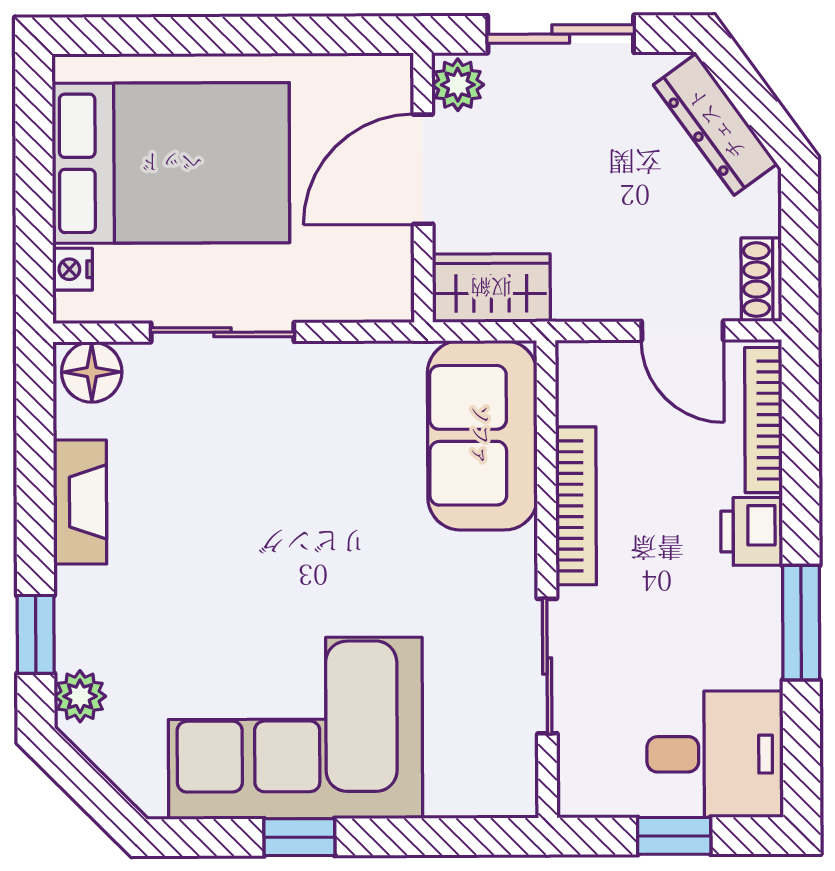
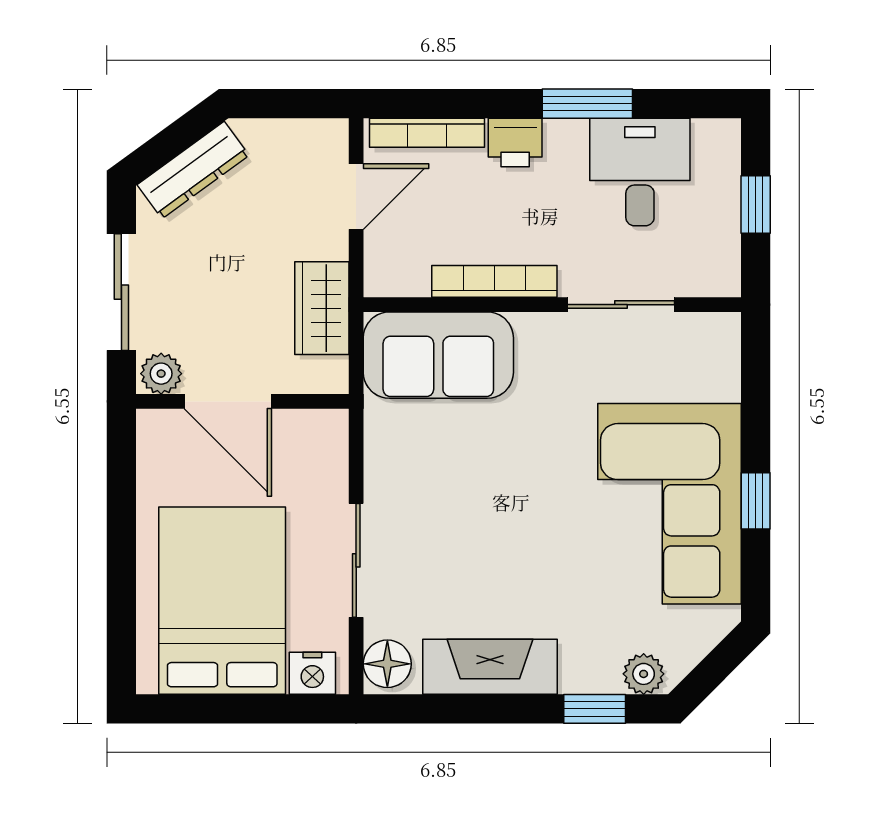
nightstand: (73, 269) -> (312, 673), width x1.39, depth x1.35
shoe rack: (761, 280) -> (316, 134), removed
wardrobe: (491, 288) -> (322, 308), moved
fireplace: (80, 502) -> (490, 667), width x1.37, depth x1.32
desk: (715, 754) -> (640, 172), moved

